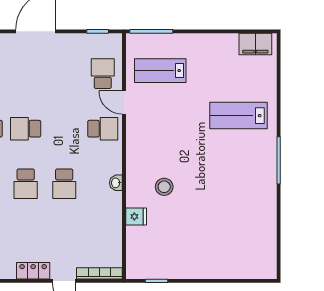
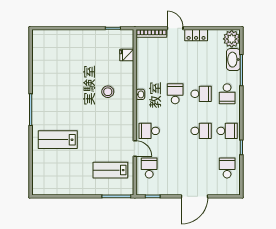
filing cabinet: (255, 44) -> (46, 188), removed
lab bench: (160, 71) -> (110, 170), turned 180
school desk: (103, 74) -> (149, 168), turned 180
lab bench: (238, 116) -> (58, 140), turned 180
school desk: (26, 184) -> (201, 94), turned 90
fridge: (136, 216) -> (127, 55), moved

